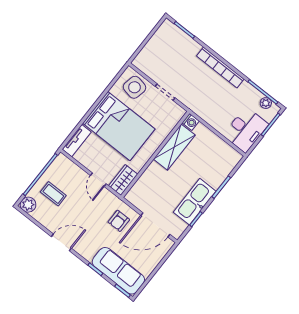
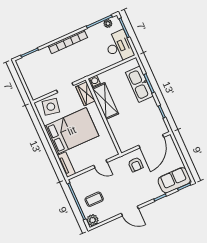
wardrobe: (123, 180) -> (86, 94), moved
kitchen sink: (195, 202) -> (139, 84), moved
door: (61, 242) -> (130, 211), swing flipped
sofa: (118, 271) -> (174, 180), width x0.73

